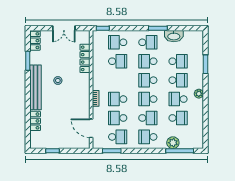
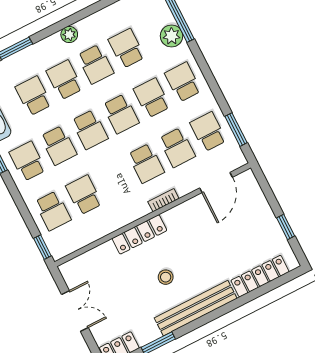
locker: (85, 58) -> (139, 234), moved
locker: (35, 121) -> (260, 276), width x1.53
school desk: (148, 137) -> (183, 82), turned 180

